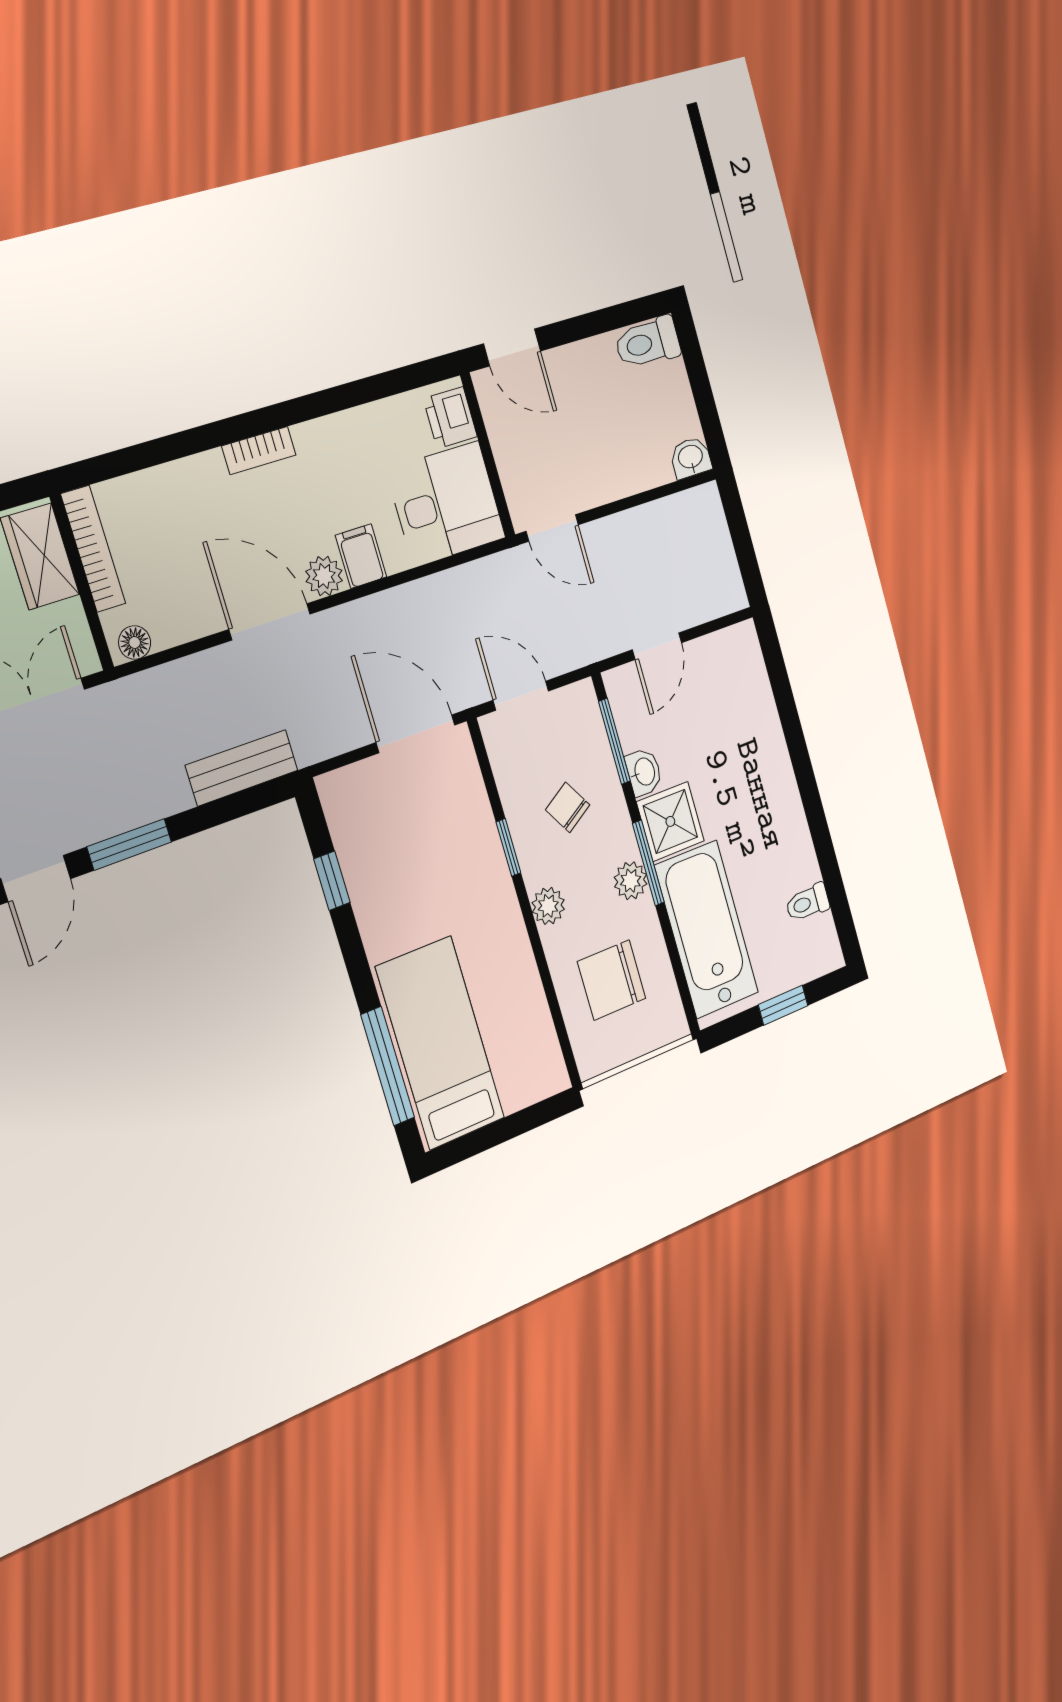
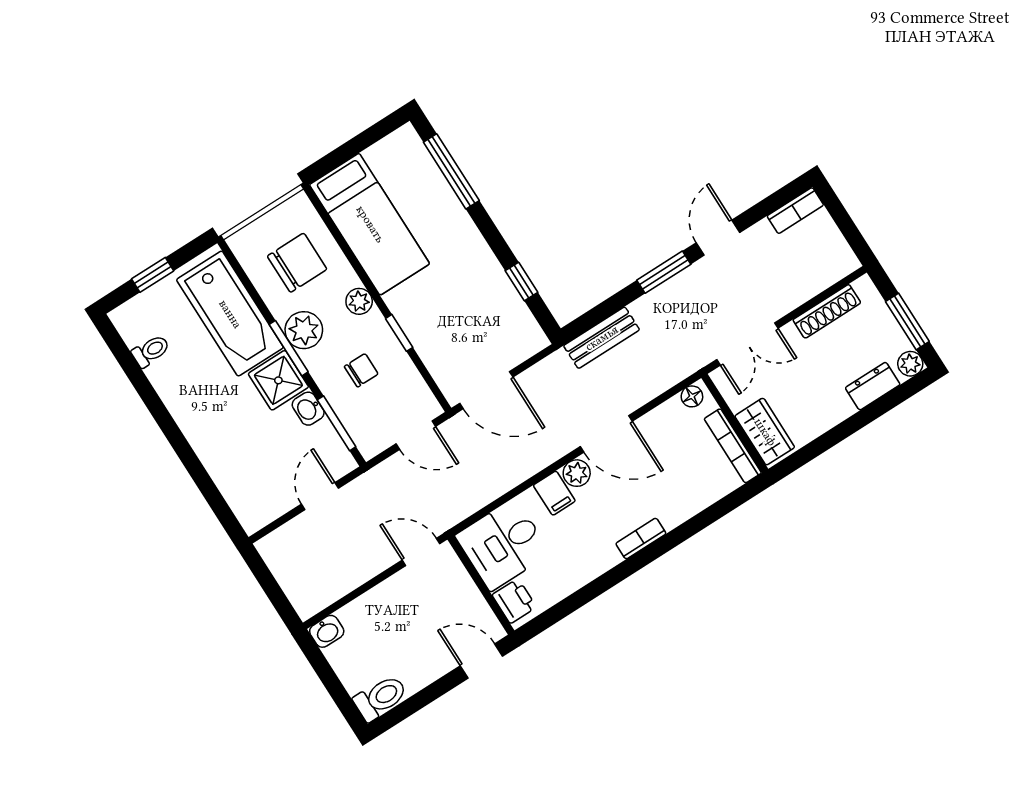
chair: (568, 807) -> (361, 370), turned -58
plant: (631, 881) -> (304, 330), width x1.38, depth x1.38
bed: (440, 1043) -> (370, 224), moved

